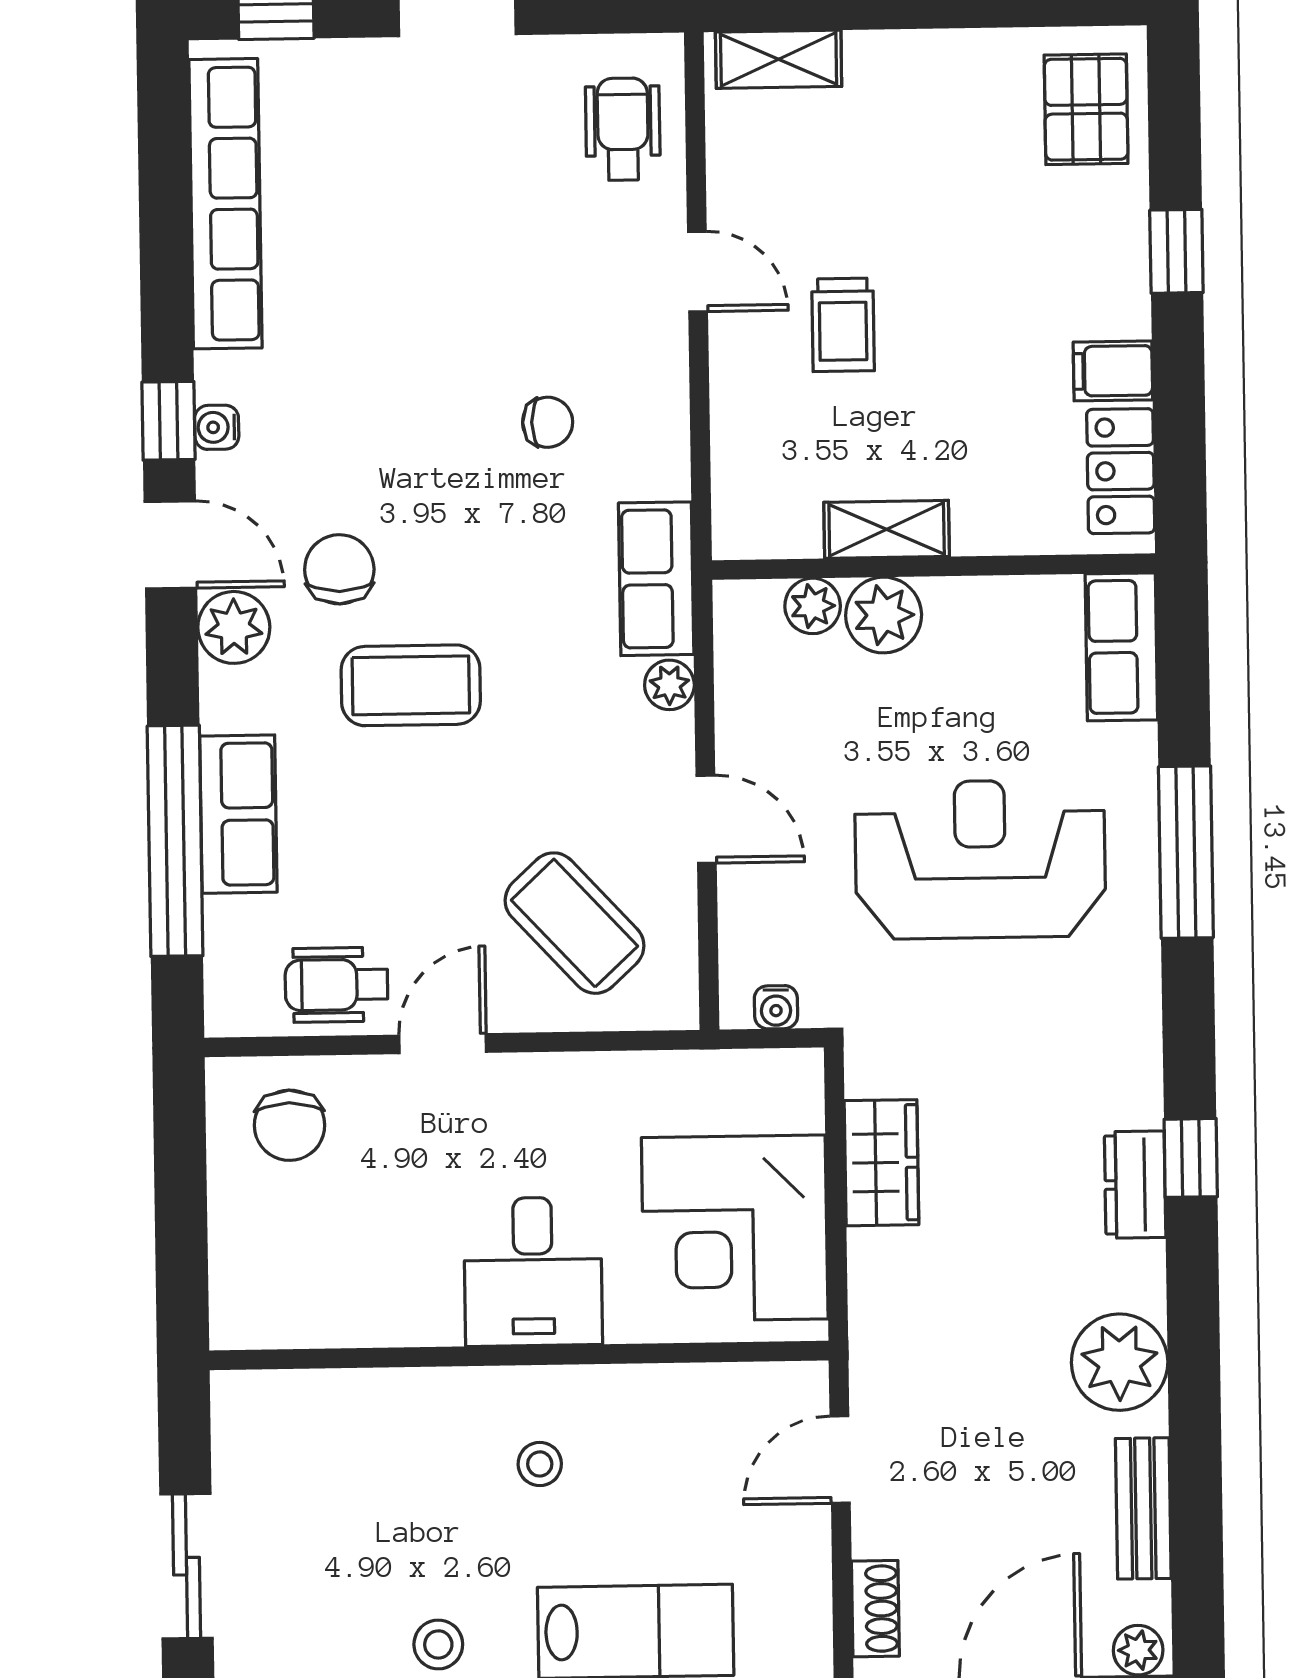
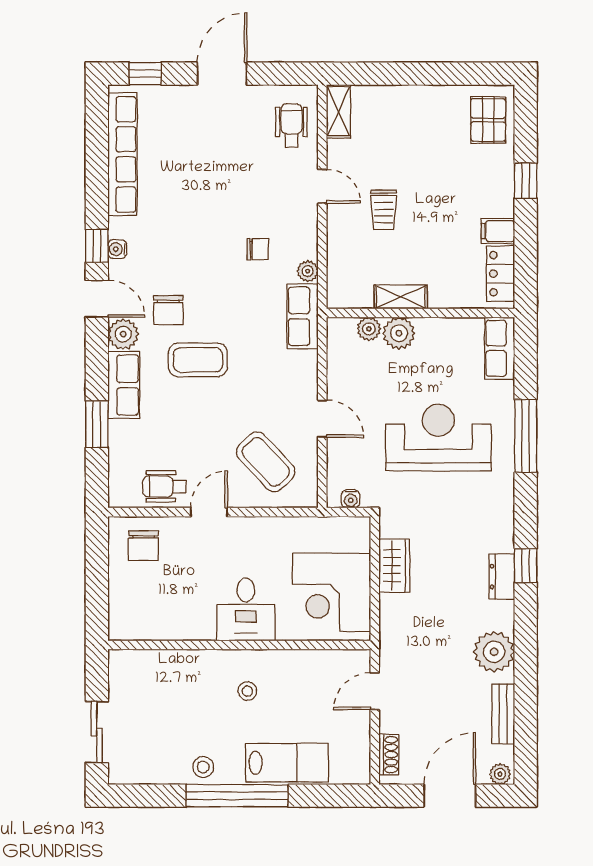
shelving: (779, 59) -> (338, 111), moved, turned 90
chair: (339, 569) -> (168, 310), turned 180
plant: (669, 685) -> (308, 271), moved
row of seats: (238, 814) -> (124, 385), moved
window: (175, 841) -> (97, 424), width x0.47

